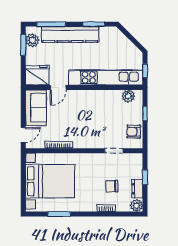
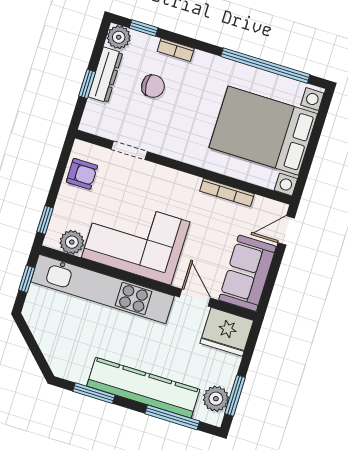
door: (58, 87) -> (195, 298), hinge flipped
corner sofa: (97, 107) -> (136, 240), added
window: (145, 114) -> (45, 220), moved
dresser: (137, 189) -> (105, 75), width x1.44
window: (59, 214) -> (265, 66), width x2.11
window: (126, 214) -> (144, 28), added

